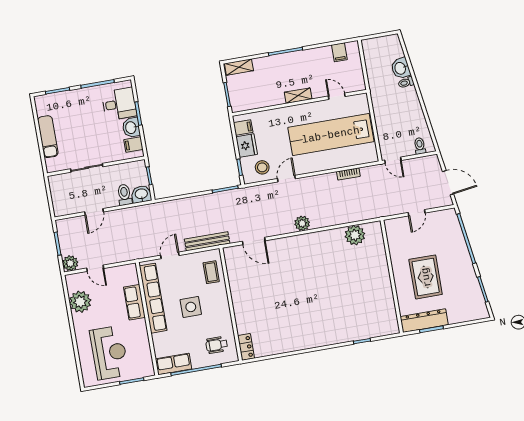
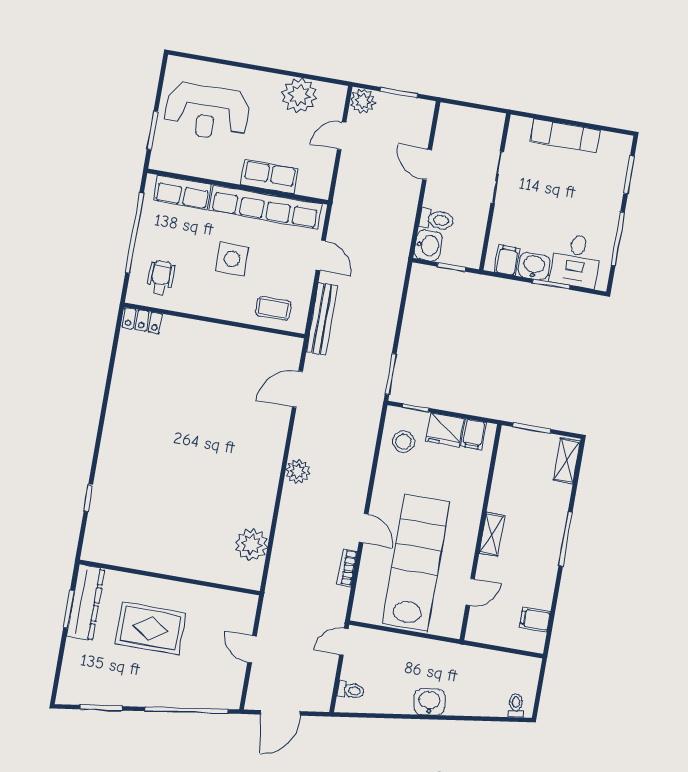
washbasin: (401, 68) -> (429, 702), moved
toilet: (406, 82) -> (516, 705), moved
door: (286, 179) -> (364, 528), moved
row of seats: (174, 364) -> (183, 193), moved, turned 90

